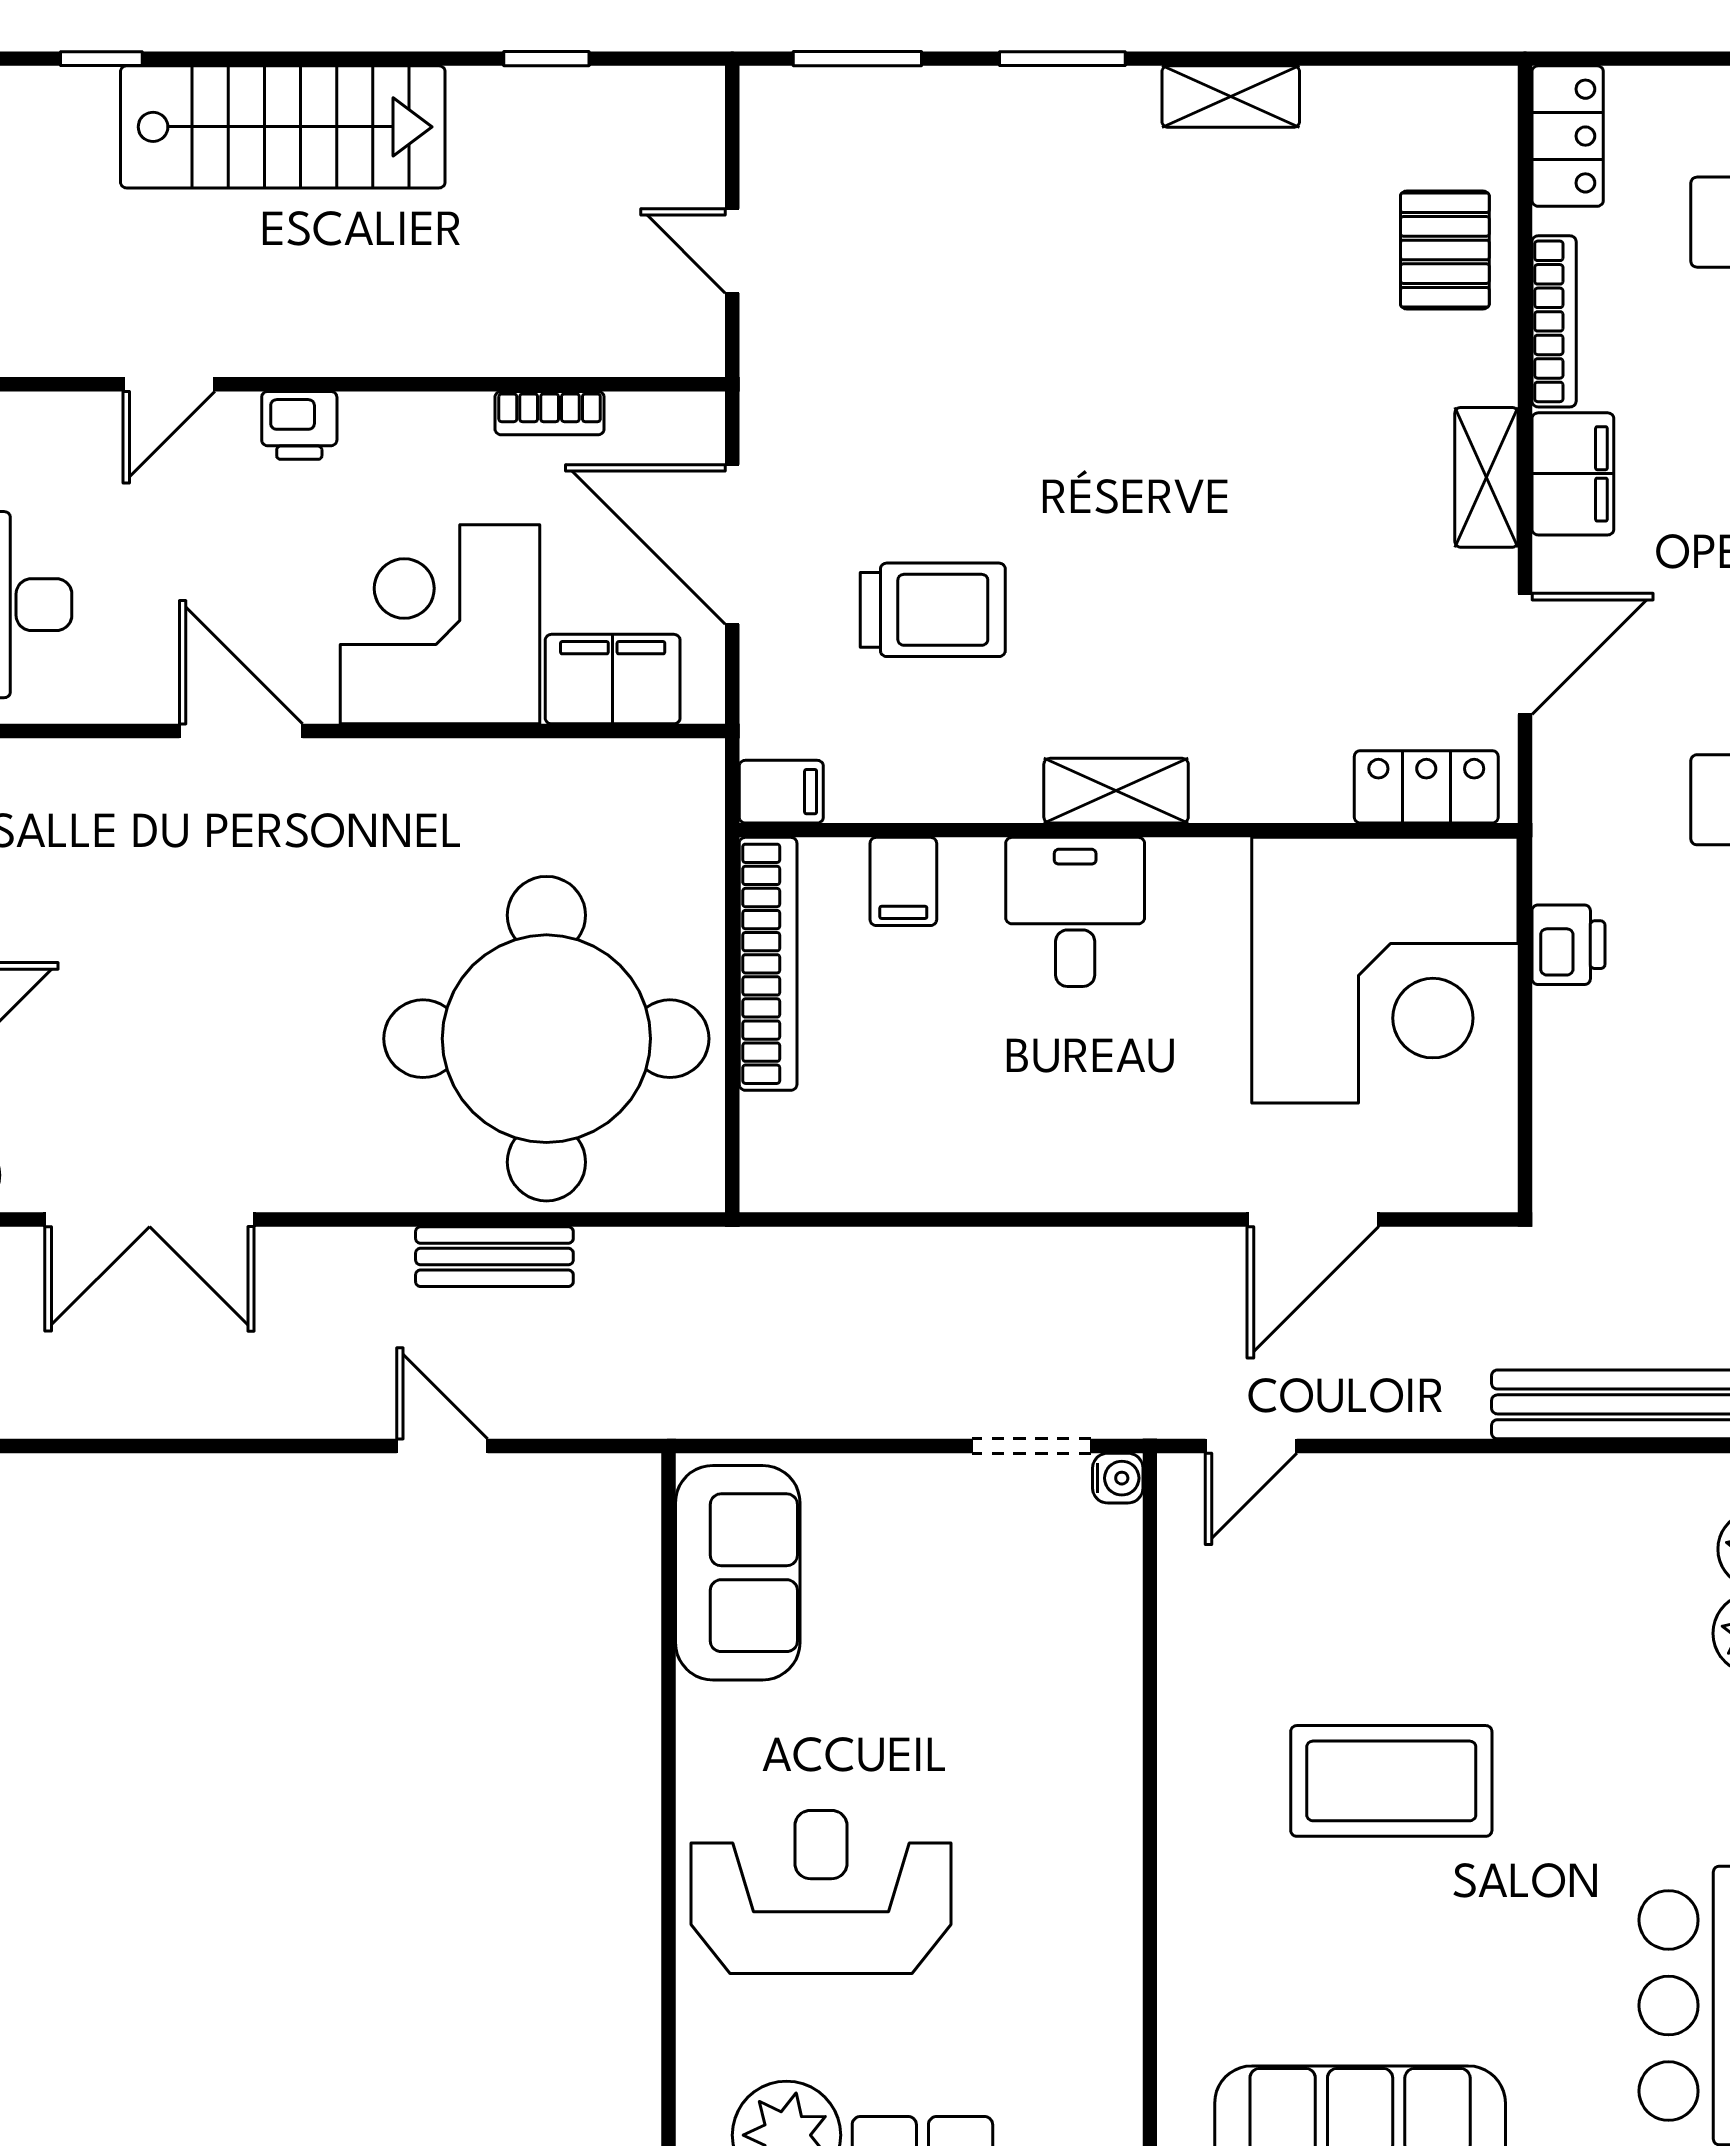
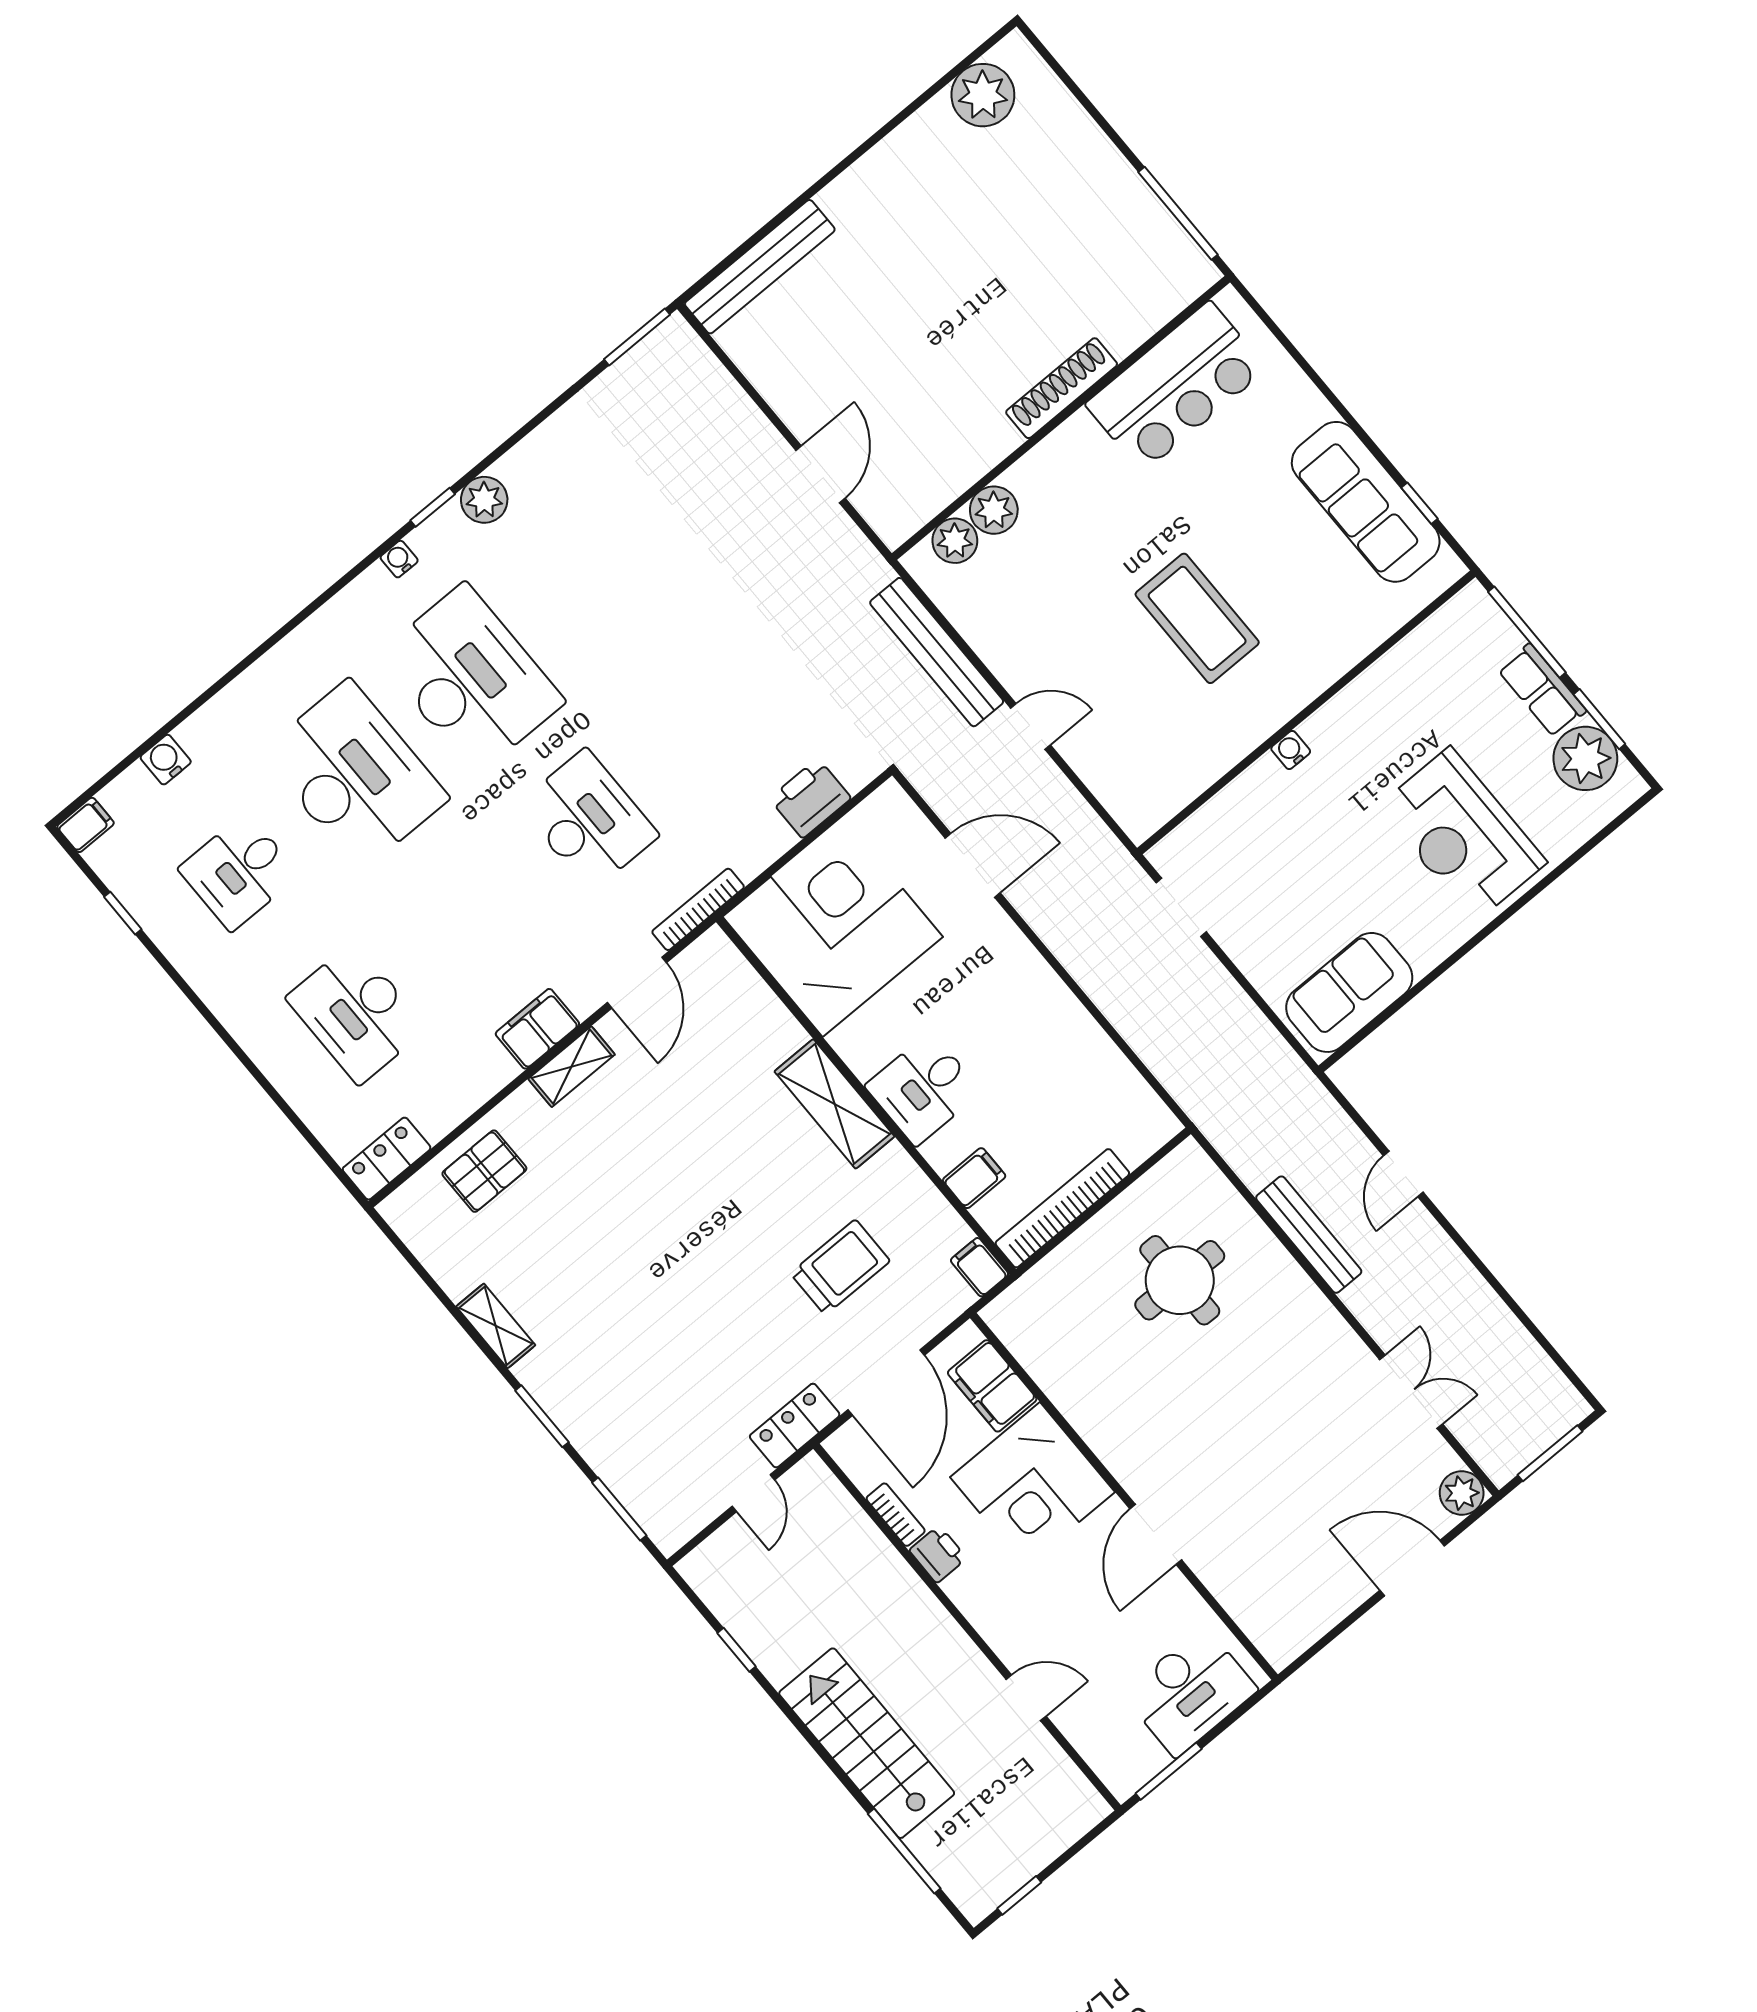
window: (101, 59) -> (904, 1851), width x2.17
bookcase: (1554, 321) -> (698, 909), moved
printer: (299, 425) -> (938, 1554), moved
trolley: (933, 610) -> (840, 1267), turned 90
door: (1525, 654) -> (637, 983), swing flipped
locker: (1426, 787) -> (795, 1426), moved, turned 90
shelving: (1116, 791) -> (834, 1104), width x1.50, depth x1.33
printer: (1568, 945) -> (810, 798), moved, width x1.36, depth x1.24
round table: (546, 1039) -> (1180, 1280), width x0.54, depth x0.54
double door: (150, 1219) -> (1411, 1392), width x0.73
bench: (494, 1257) -> (1309, 1235), width x1.36
door: (1251, 1446) -> (1031, 726), moved
water cooler: (1118, 1478) -> (1291, 750), moved

